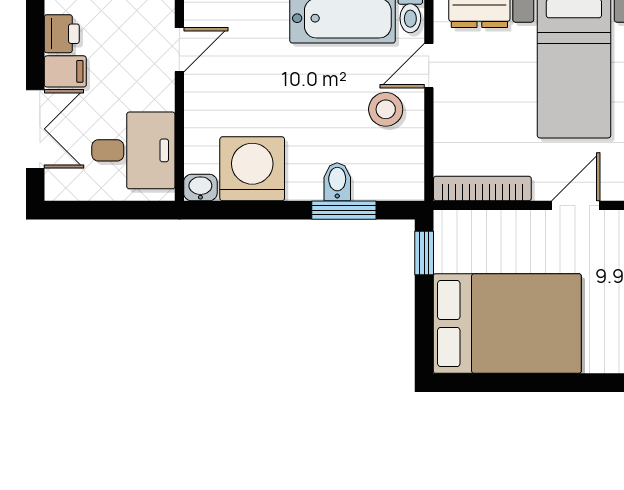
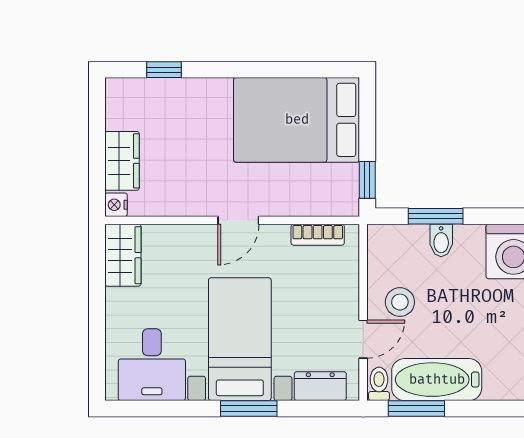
bookcase: (482, 189) -> (318, 235), width x0.64

